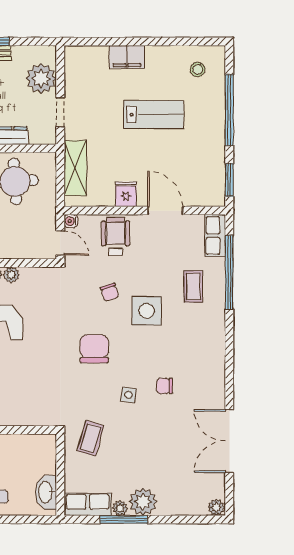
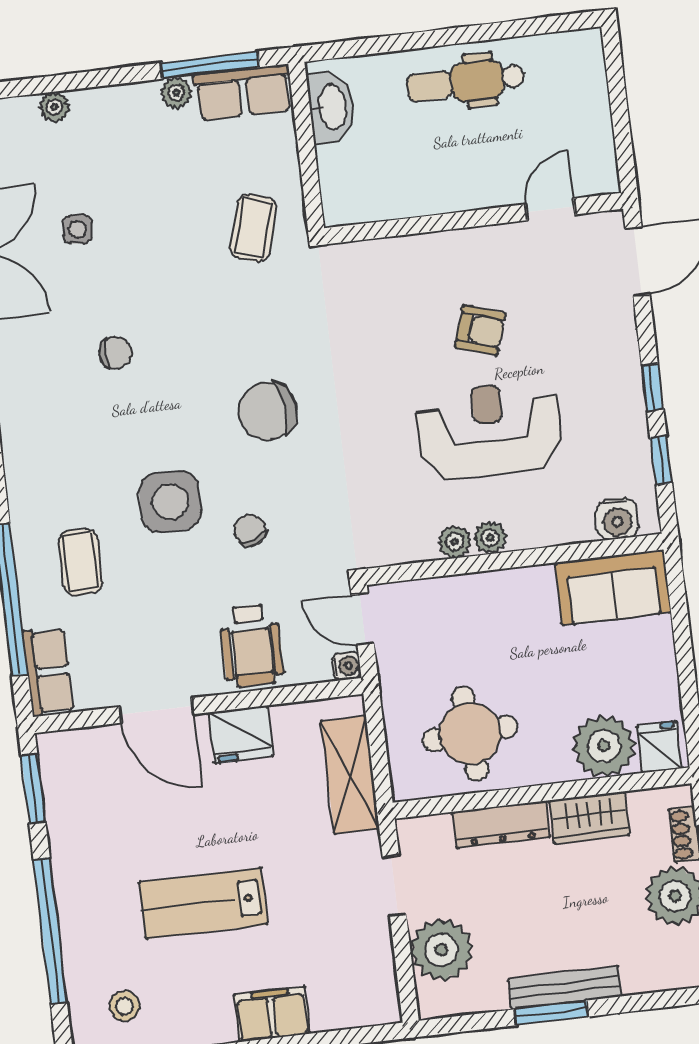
fridge: (126, 194) -> (241, 734), width x1.38
chair: (94, 349) -> (268, 411), turned 82
side table: (128, 395) -> (77, 229), moved
plant: (143, 502) -> (55, 107), moved, width x0.53, depth x0.53
window: (124, 519) -> (210, 65), moved

